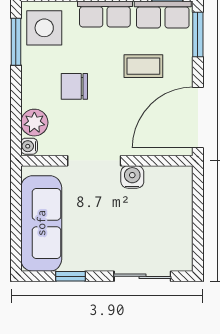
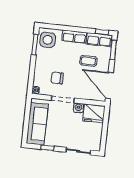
chair: (74, 86) -> (57, 78), moved
door: (198, 117) -> (109, 86), hinge flipped
plant: (34, 123) -> (39, 80), removed
fridge: (169, 186) -> (94, 113), added

